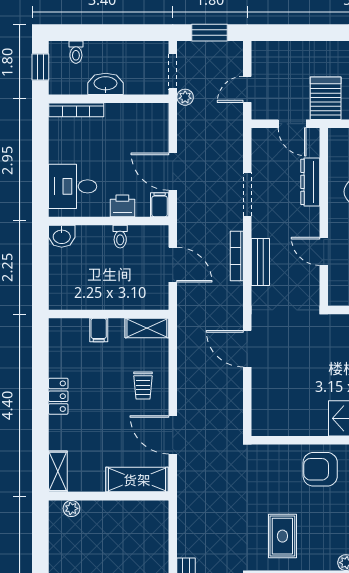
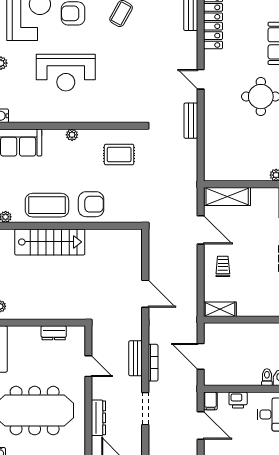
toilet: (120, 237) -> (267, 377), moved
filing cabinet: (99, 330) -> (256, 308), removed
rug: (282, 536) -> (119, 155), turned 90

